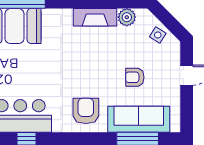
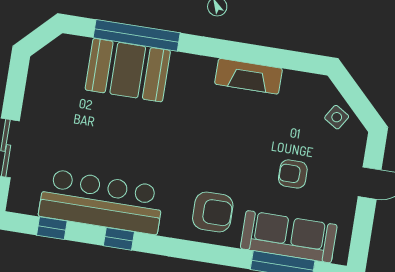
plant: (127, 17) -> (295, 84), removed
armchair: (86, 111) -> (213, 212), turned 90

